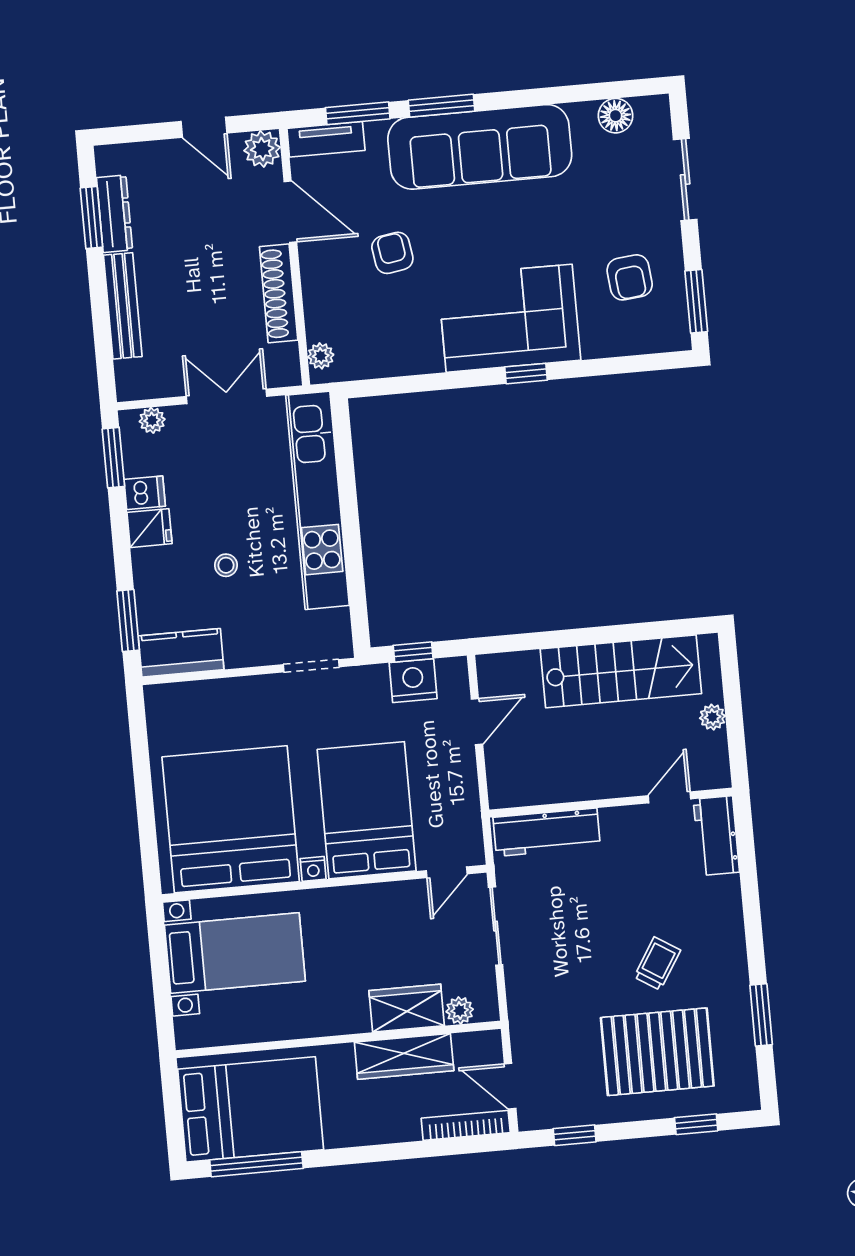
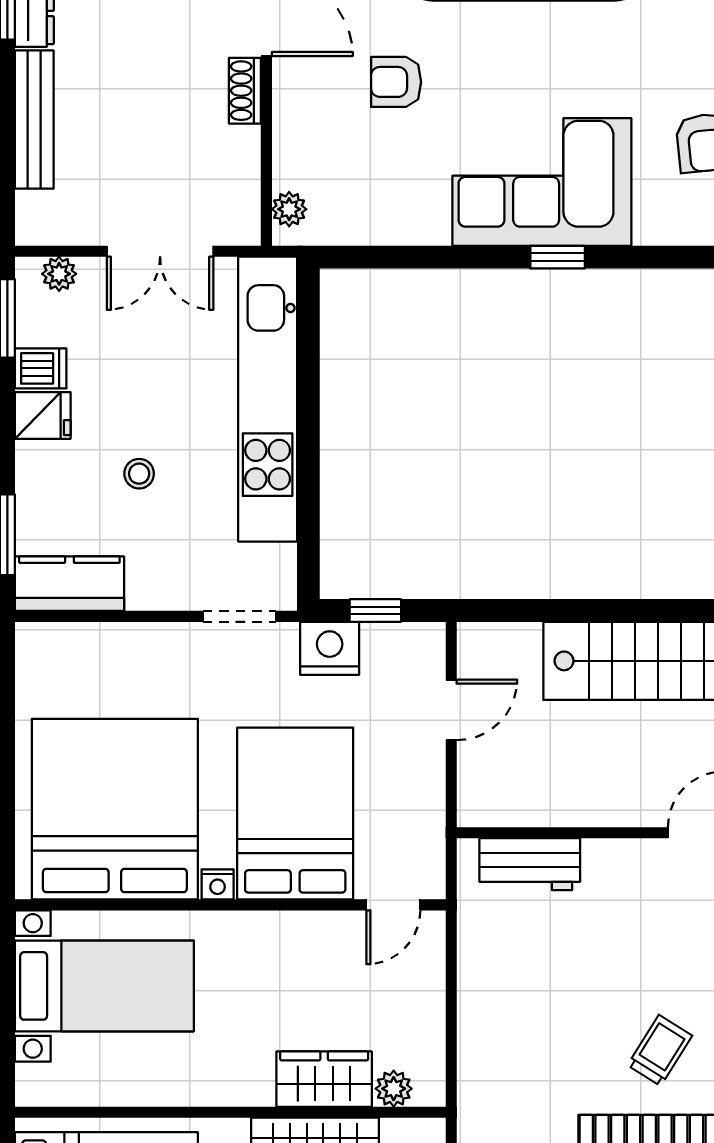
armchair: (392, 253) -> (396, 82), turned -81
shoe rack: (279, 293) -> (245, 91), width x0.51, depth x0.81
double door: (227, 396) -> (160, 251), swing flipped
nightstand: (413, 681) -> (330, 648), moved
workbench: (547, 832) -> (530, 864), width x0.73
sliding door: (496, 926) -> (451, 982), removed

